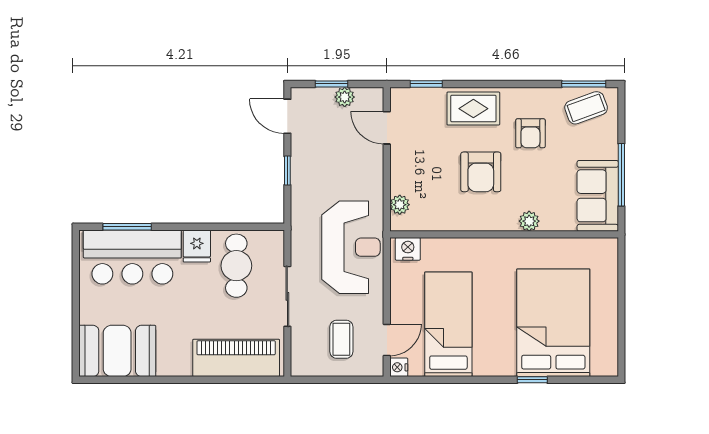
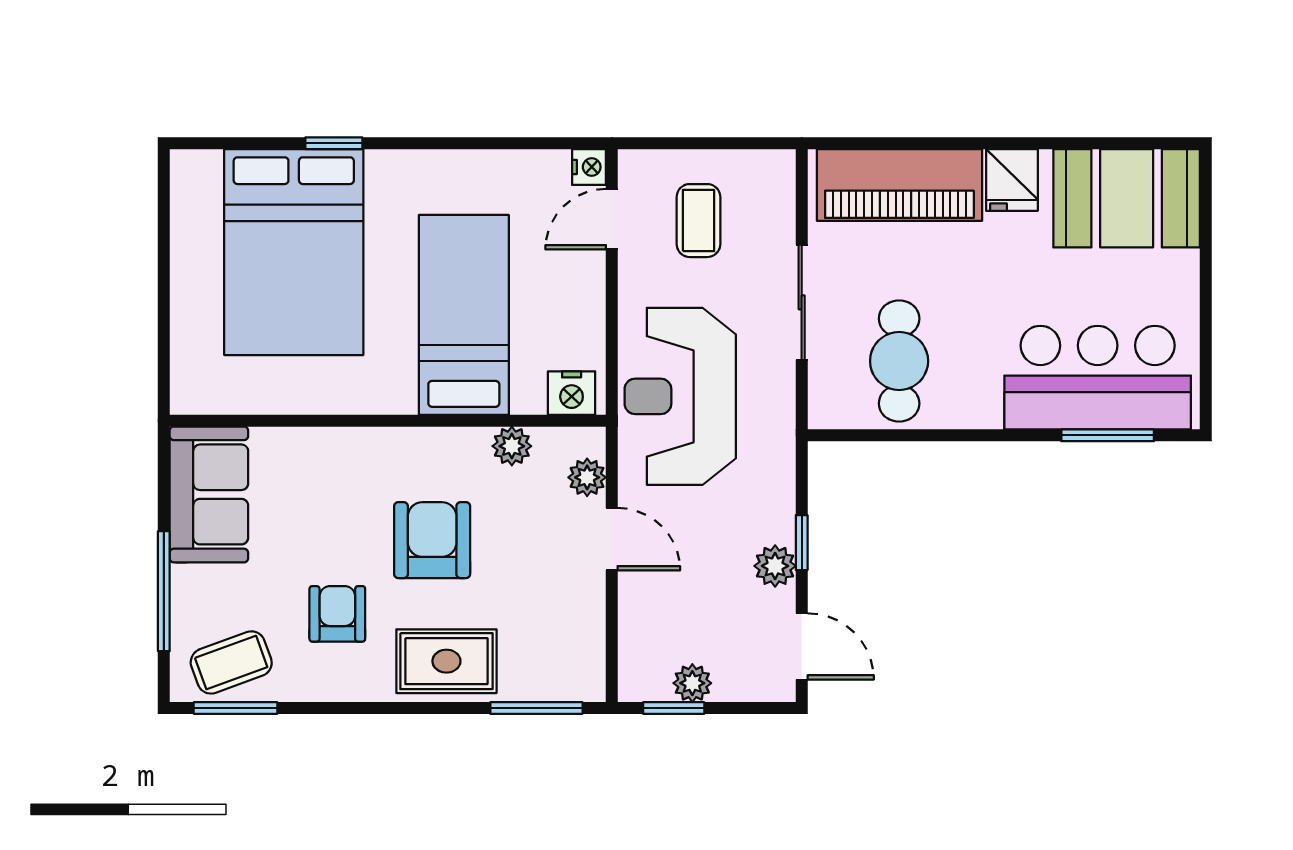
window: (332, 84) -> (674, 708), moved
window: (426, 84) -> (536, 708), width x1.50
door: (387, 128) -> (612, 539), moved
plant: (301, 158) -> (775, 566), added
window: (621, 175) -> (164, 591), moved
plant: (529, 221) -> (512, 446), moved
fridge: (197, 246) -> (1012, 180), moved, turned 180
bed: (448, 324) -> (464, 315), moved, turned 180

